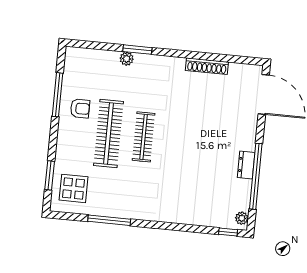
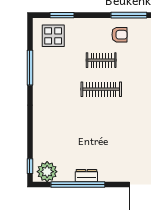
armchair: (80, 109) -> (119, 35), turned -90
clothes rail: (109, 134) -> (101, 60), width x0.54, depth x0.76
plant: (242, 218) -> (47, 172), width x1.88, depth x1.88

